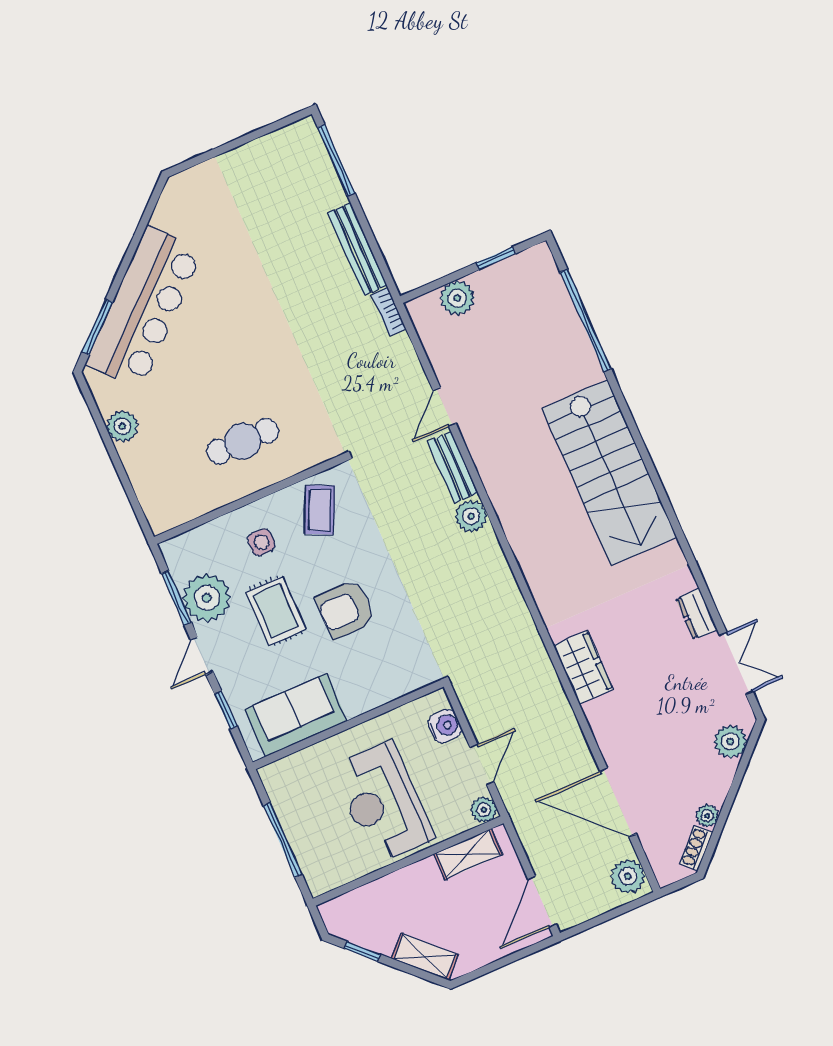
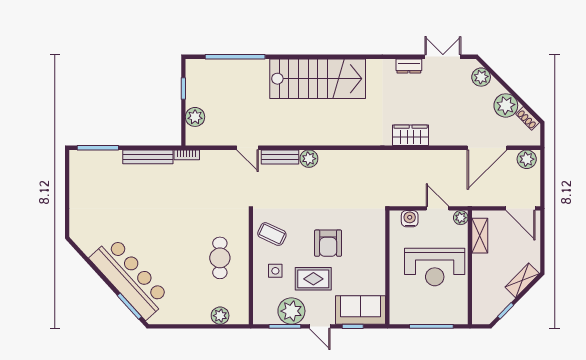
plant: (122, 426) -> (220, 316), moved
sofa: (296, 715) -> (360, 310), moved, turned 90
plant: (707, 816) -> (506, 105), width x1.87, depth x1.87

